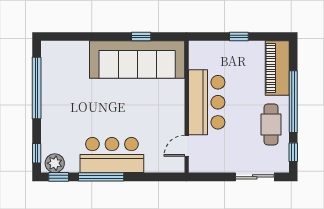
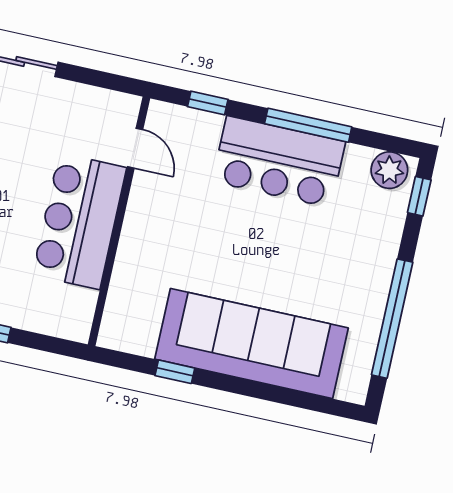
sofa: (137, 59) -> (251, 344), moved
door: (187, 146) -> (135, 148), hinge flipped
window: (59, 177) -> (208, 103), moved

